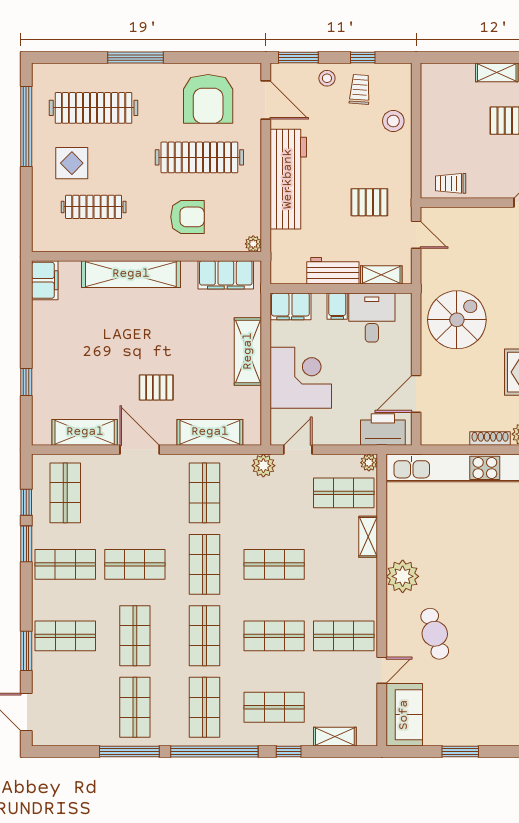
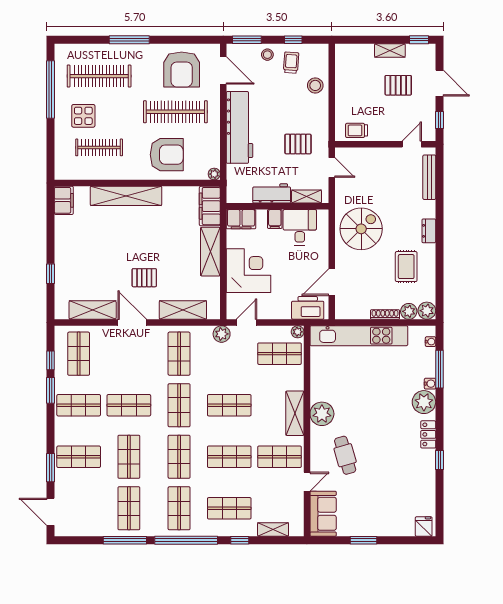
armchair: (187, 217) -> (167, 155), width x1.36, depth x1.36
filing cabinet: (226, 275) -> (210, 206), moved, turned 90
shelving: (368, 537) -> (295, 413), moved, width x1.50, depth x1.33

